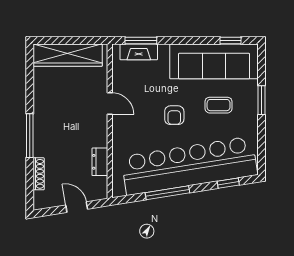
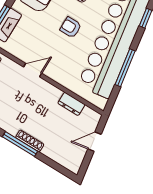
armchair: (174, 115) -> (71, 27), turned 180
shoe rack: (39, 174) -> (30, 141), moved

